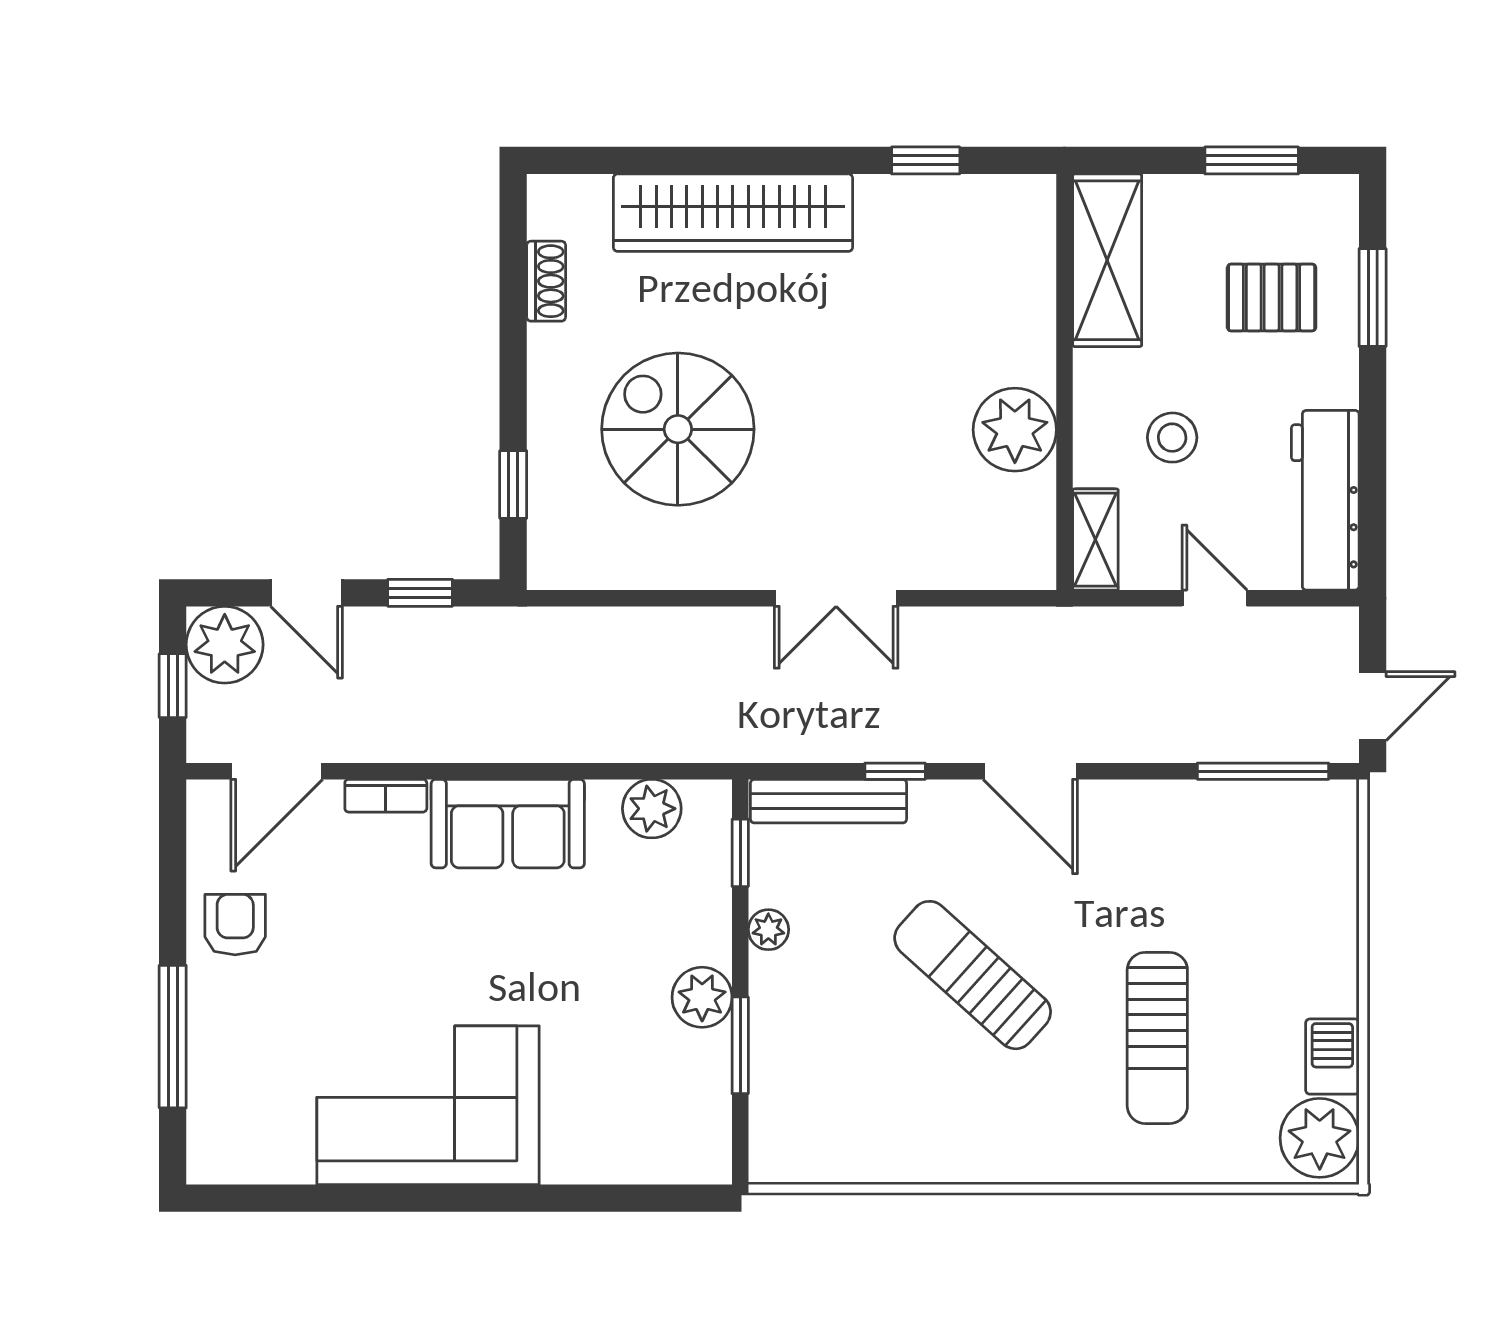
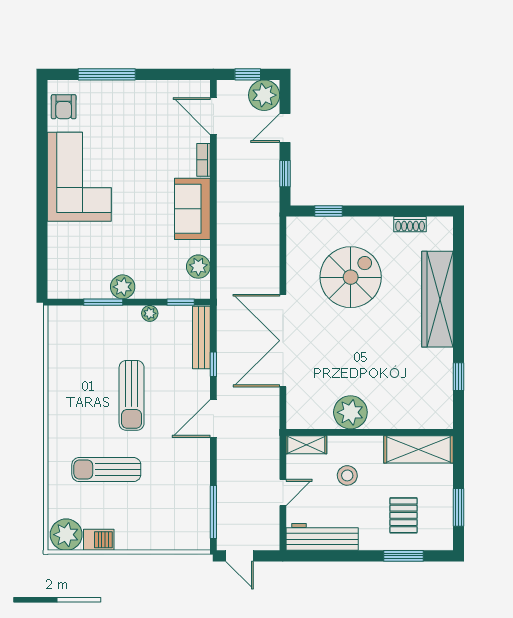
double door: (836, 598) -> (283, 341), width x1.87
armchair: (235, 925) -> (64, 107), moved, turned 90
sun lounger: (973, 975) -> (132, 395), turned 138

